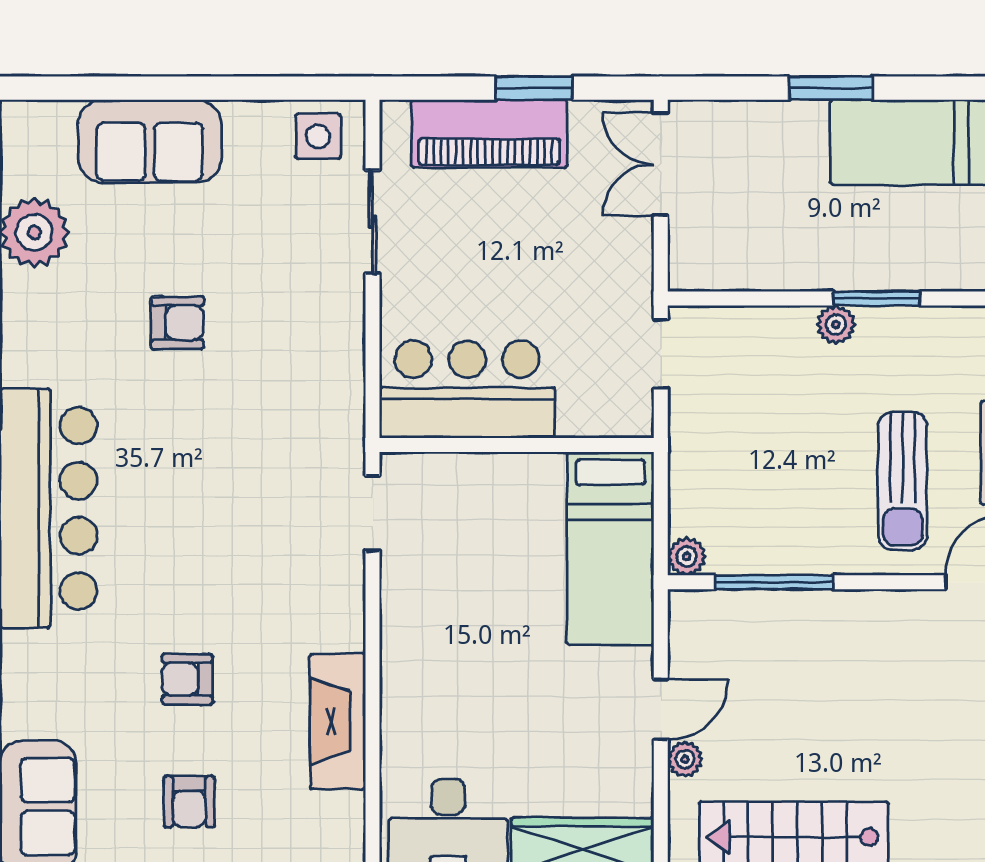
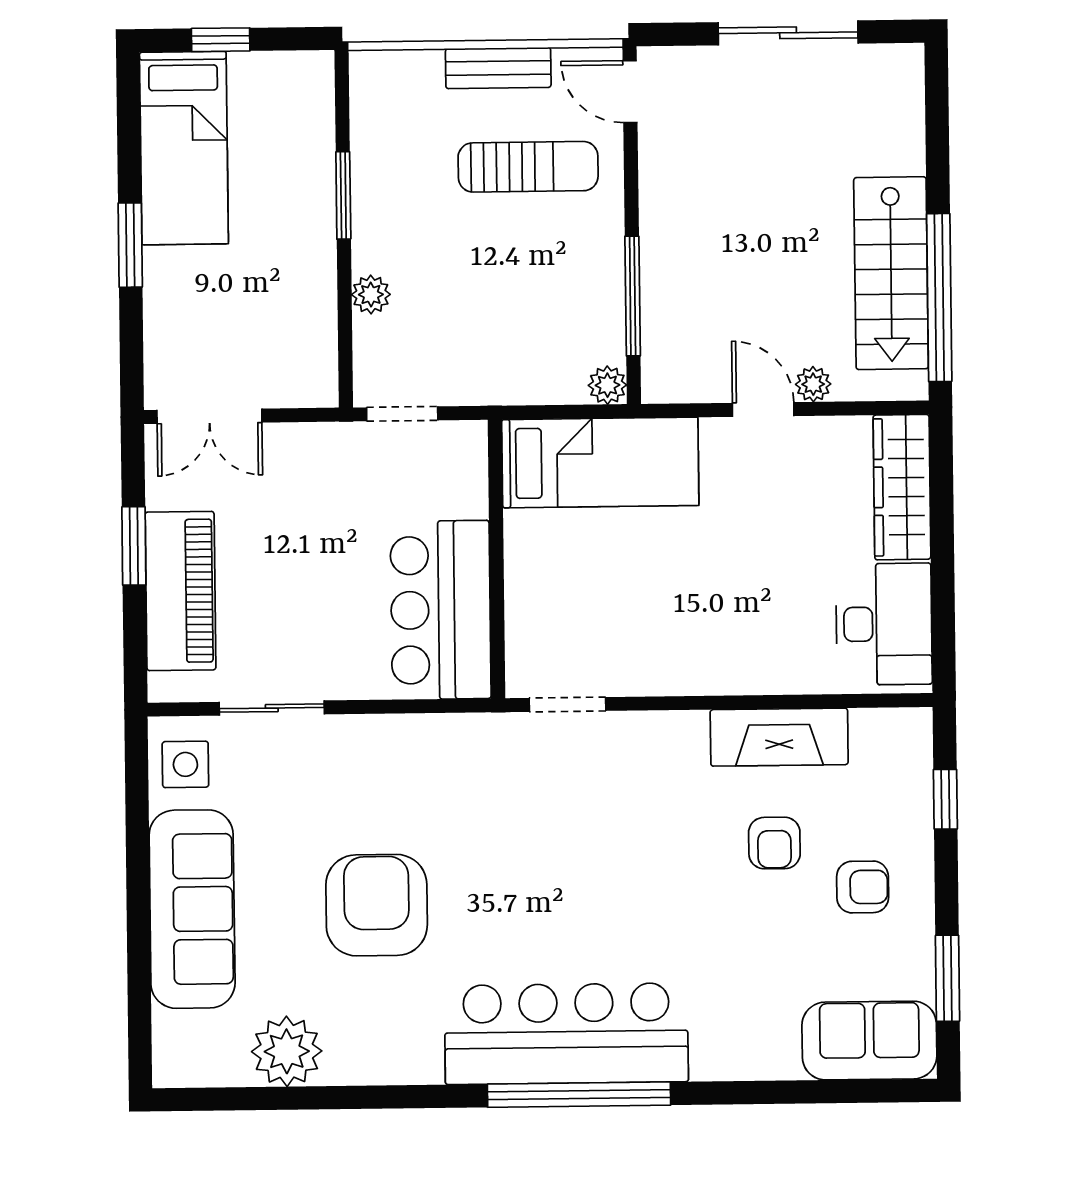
sofa: (150, 141) -> (192, 909), width x1.36
armchair: (177, 323) -> (377, 905), width x1.88, depth x1.88
plant: (836, 325) -> (371, 294), moved
armchair: (187, 679) -> (774, 843), moved

